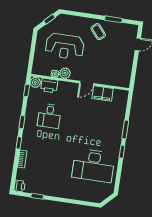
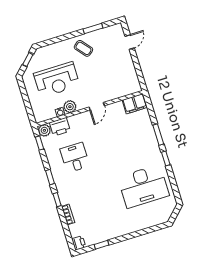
filing cabinet: (103, 93) -> (135, 104), moved
desk: (49, 116) -> (75, 158), turned 180

